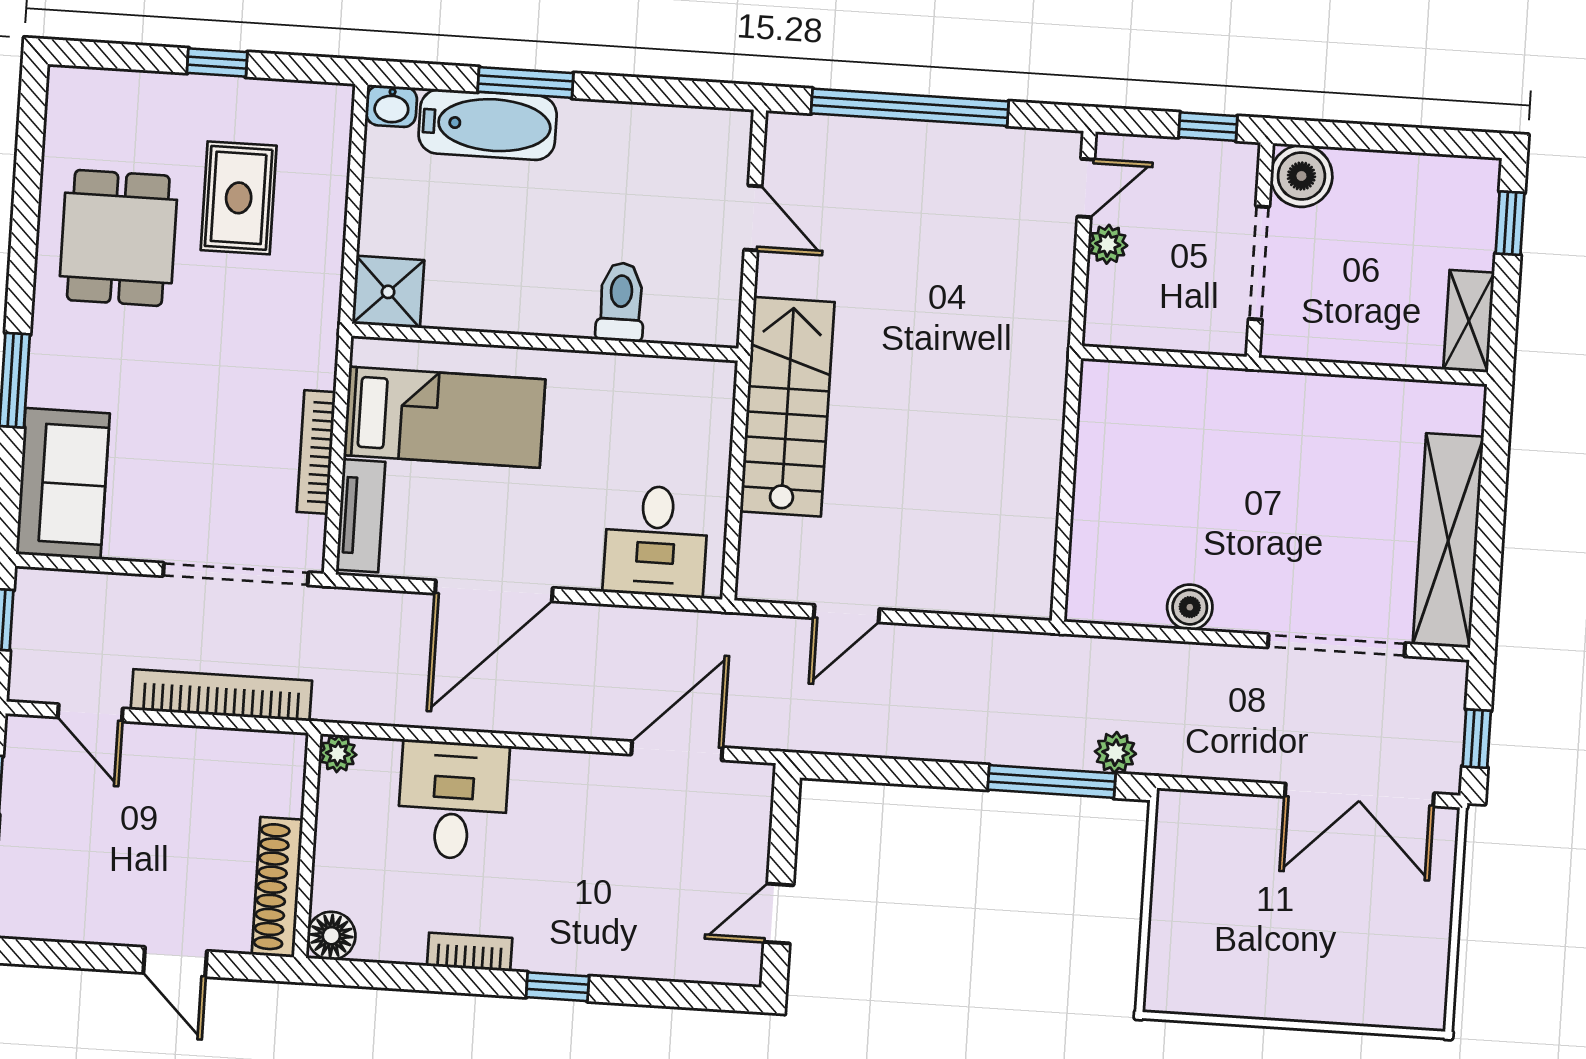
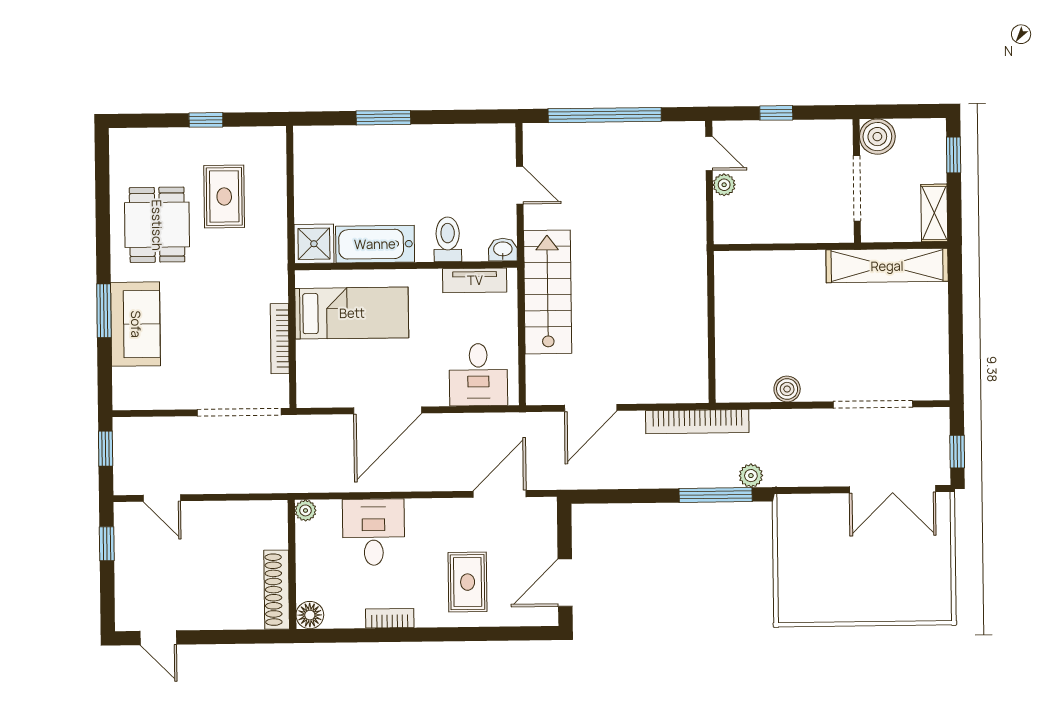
washbasin: (392, 106) -> (503, 250), moved, turned 180
bathtub: (488, 125) -> (375, 244), moved, turned 180
boiler: (1301, 176) -> (877, 137), moved
door: (1086, 188) -> (709, 154), hinge flipped
wall: (1260, 250) -> (857, 181), moved
doorway: (1259, 263) -> (857, 188), moved
sofa: (63, 484) -> (136, 324), moved
tv unit: (361, 516) -> (475, 280), moved, turned 90
shelving: (1448, 541) -> (887, 266), moved, turned 90
door: (847, 614) -> (591, 408), width x1.38
bookcase: (221, 695) -> (697, 422), moved, turned 180
rug: (610, 900) -> (468, 582), added
door: (779, 914) -> (565, 583), width x1.37
door: (175, 962) -> (158, 638), moved
window: (558, 987) -> (442, 634), removed

